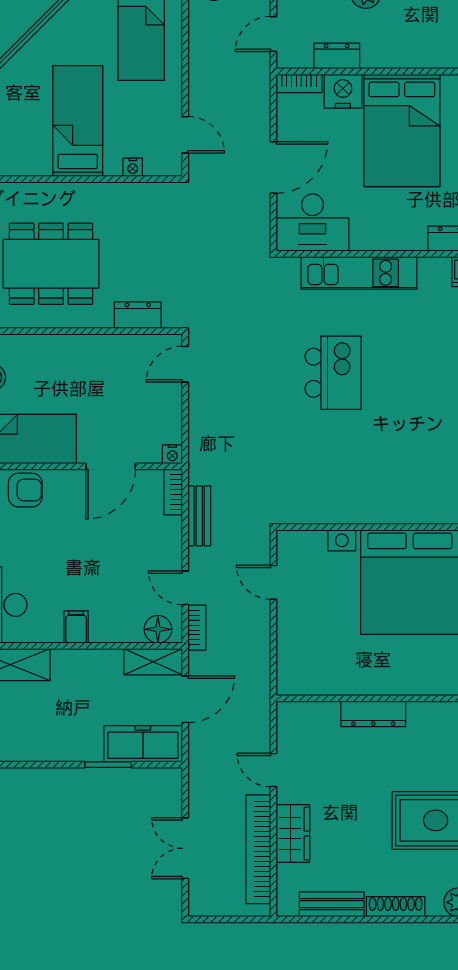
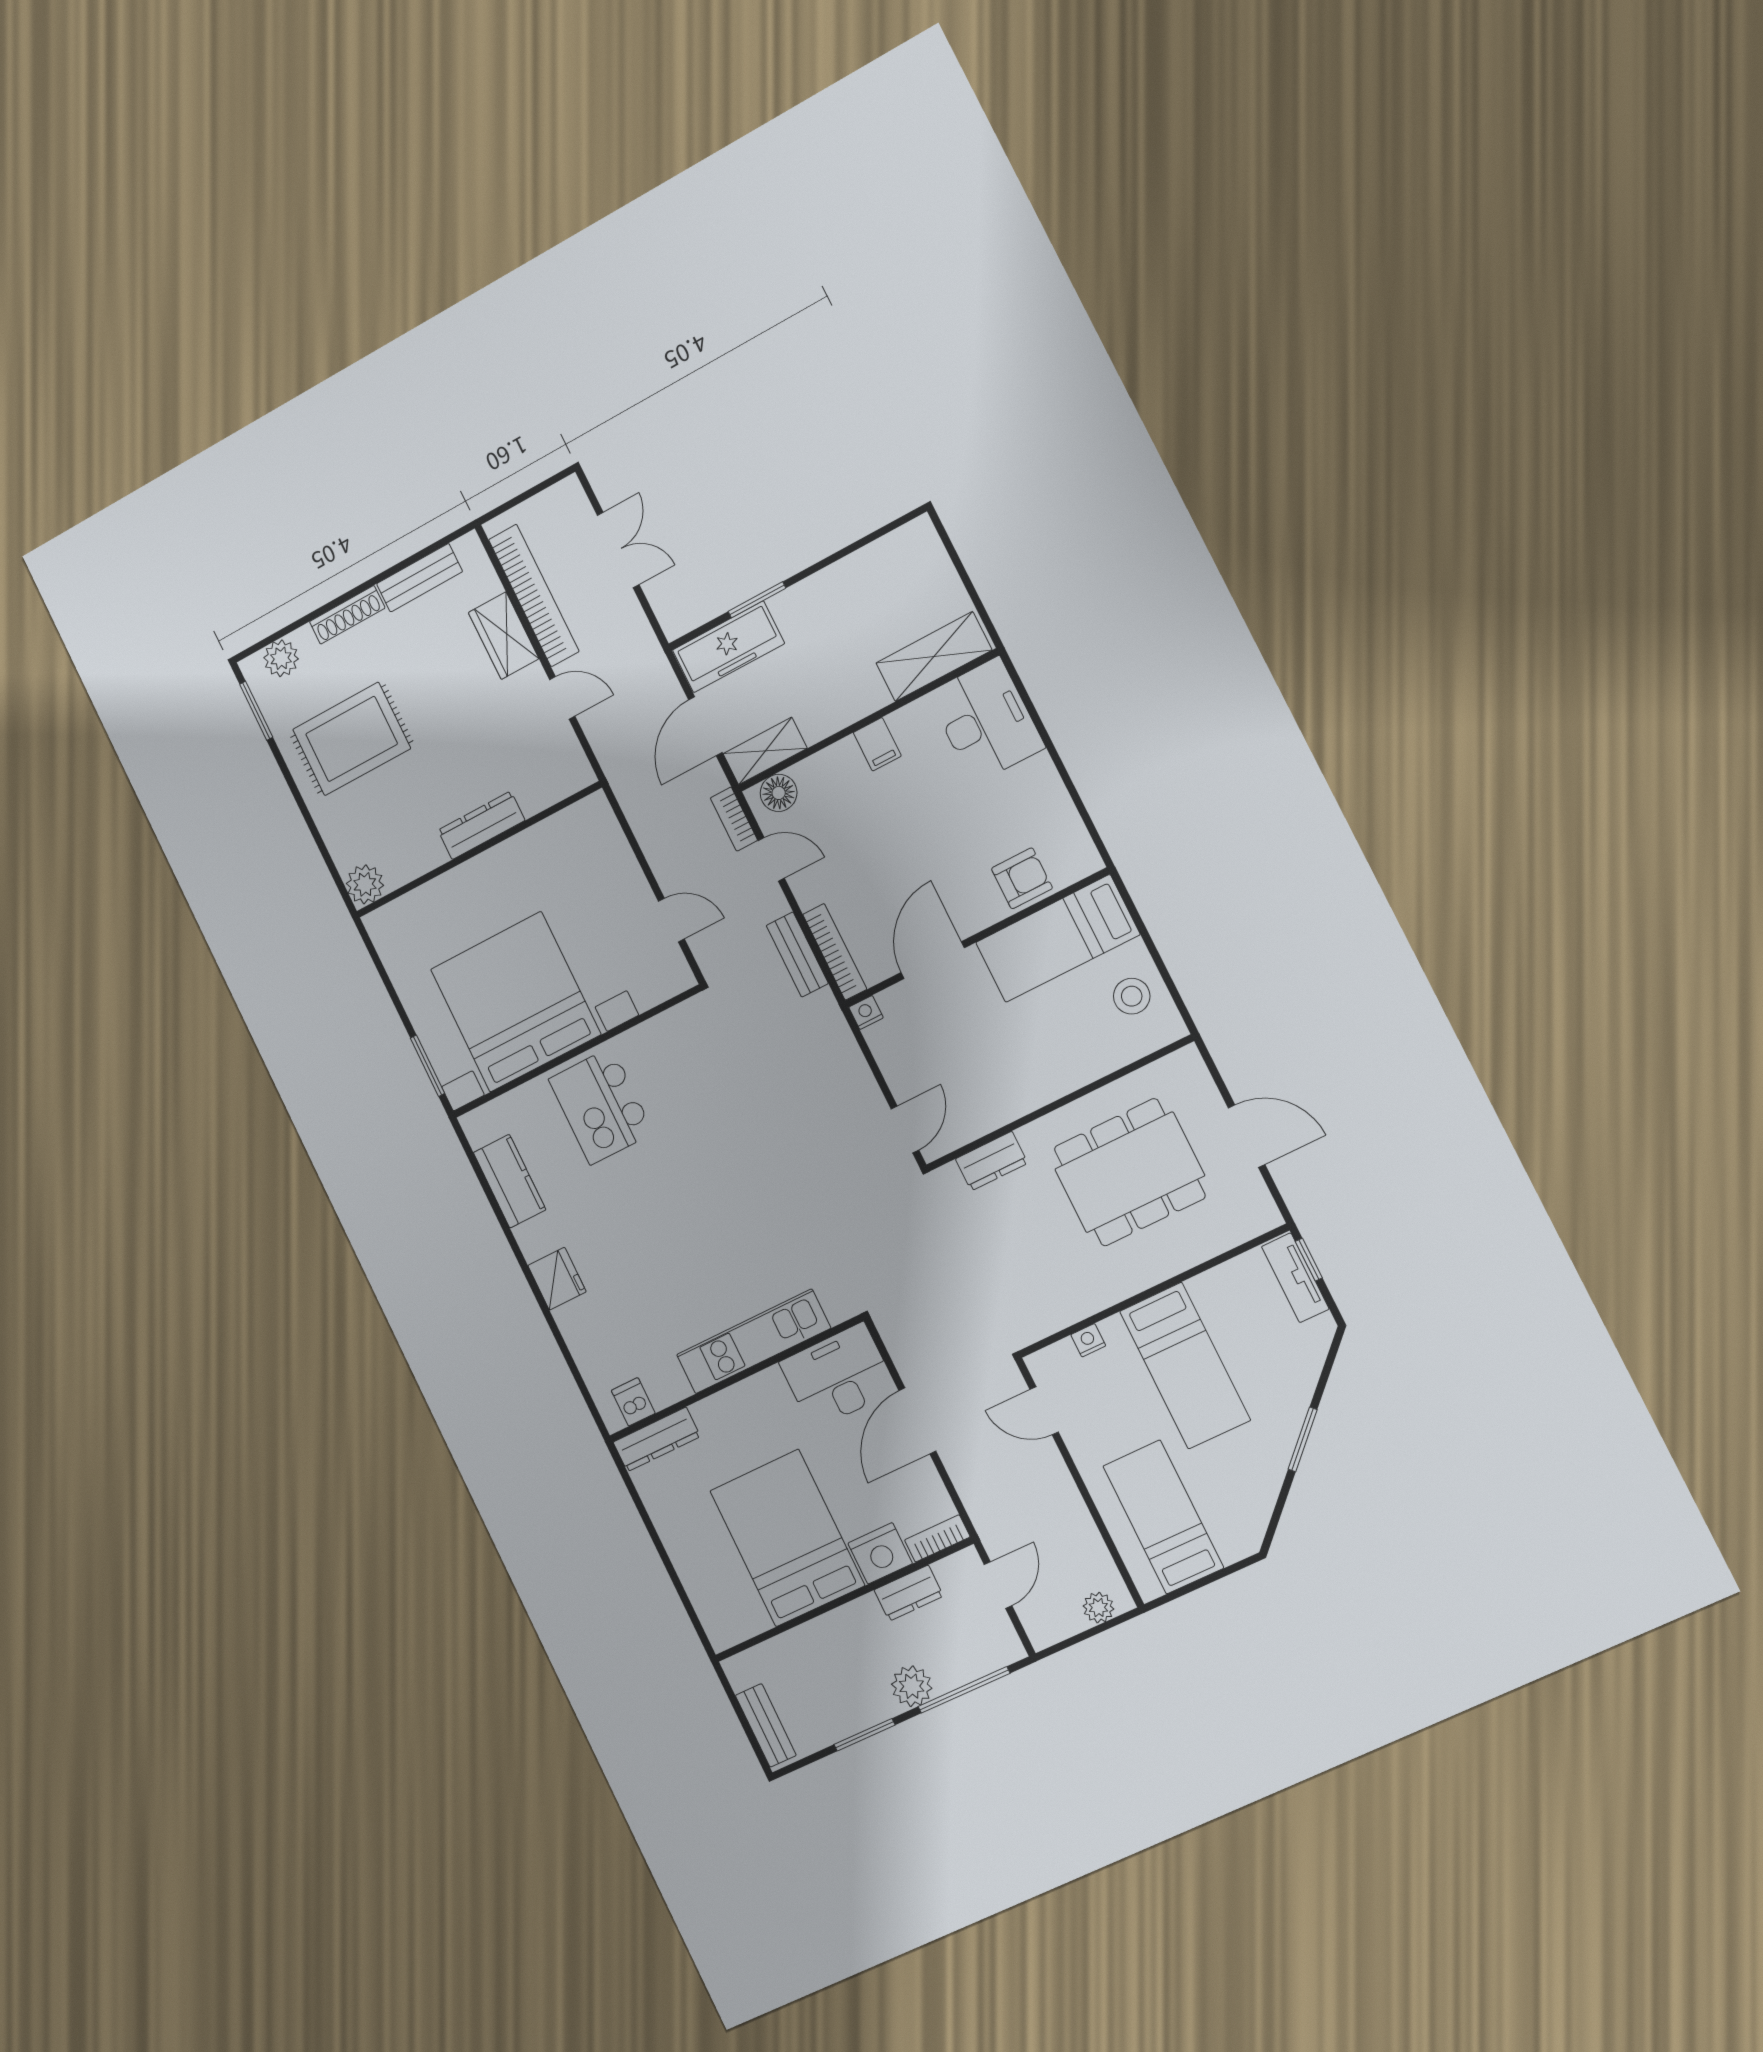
window: (26, 38) -> (1303, 1439), added
kitchen island: (333, 373) -> (601, 1106), moved
armchair: (25, 490) -> (1022, 878), turned 180
bookcase: (173, 492) -> (835, 952), width x1.56

